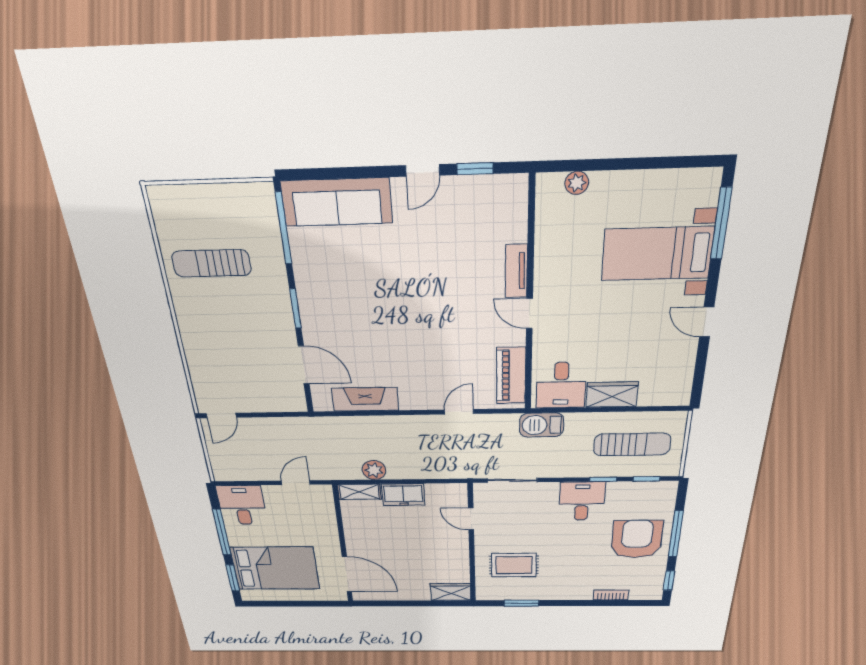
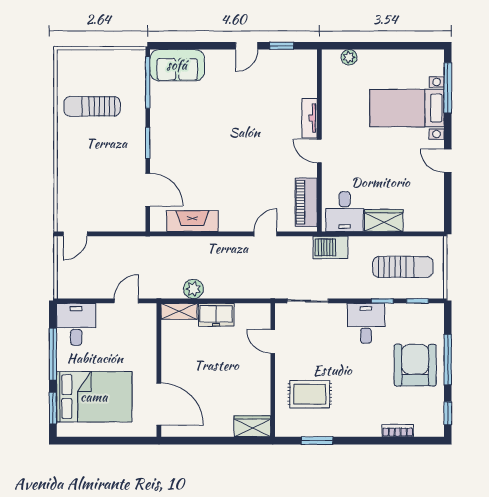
sofa: (337, 202) -> (177, 65), width x0.73

